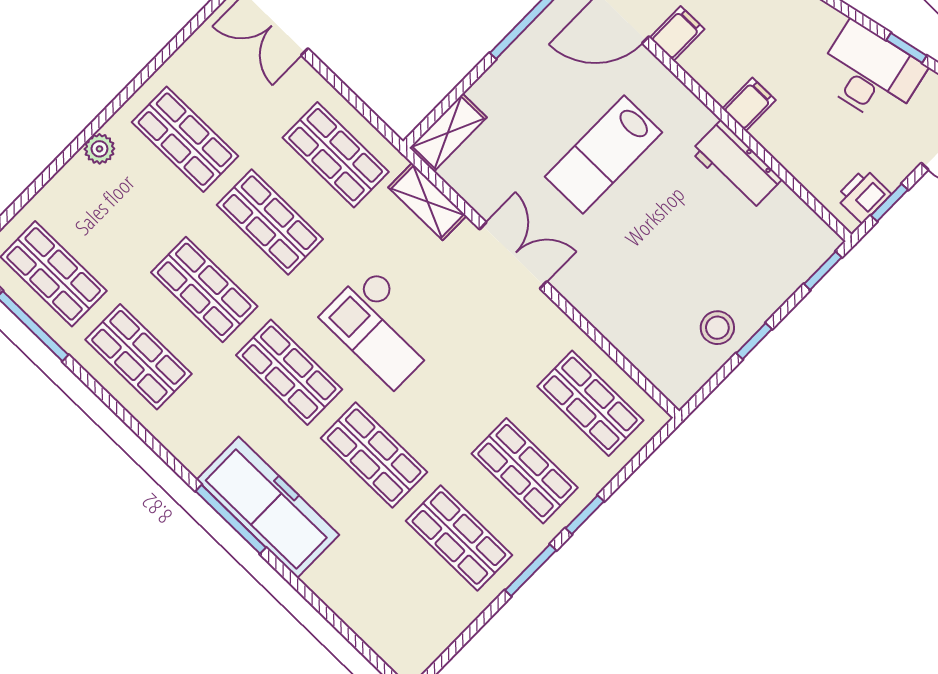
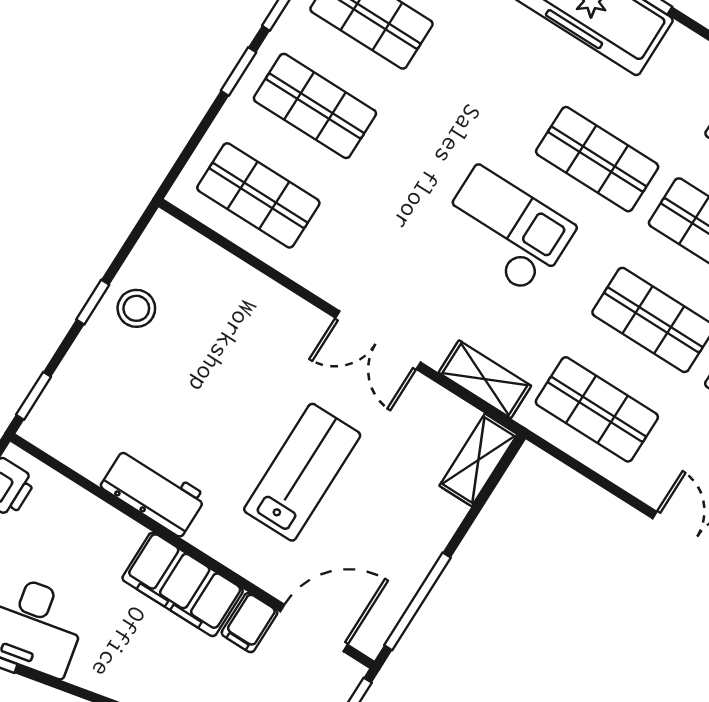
filing cabinet: (749, 104) -> (183, 584), width x3.00, depth x1.17
shop shelf: (374, 455) -> (484, 88), removed

